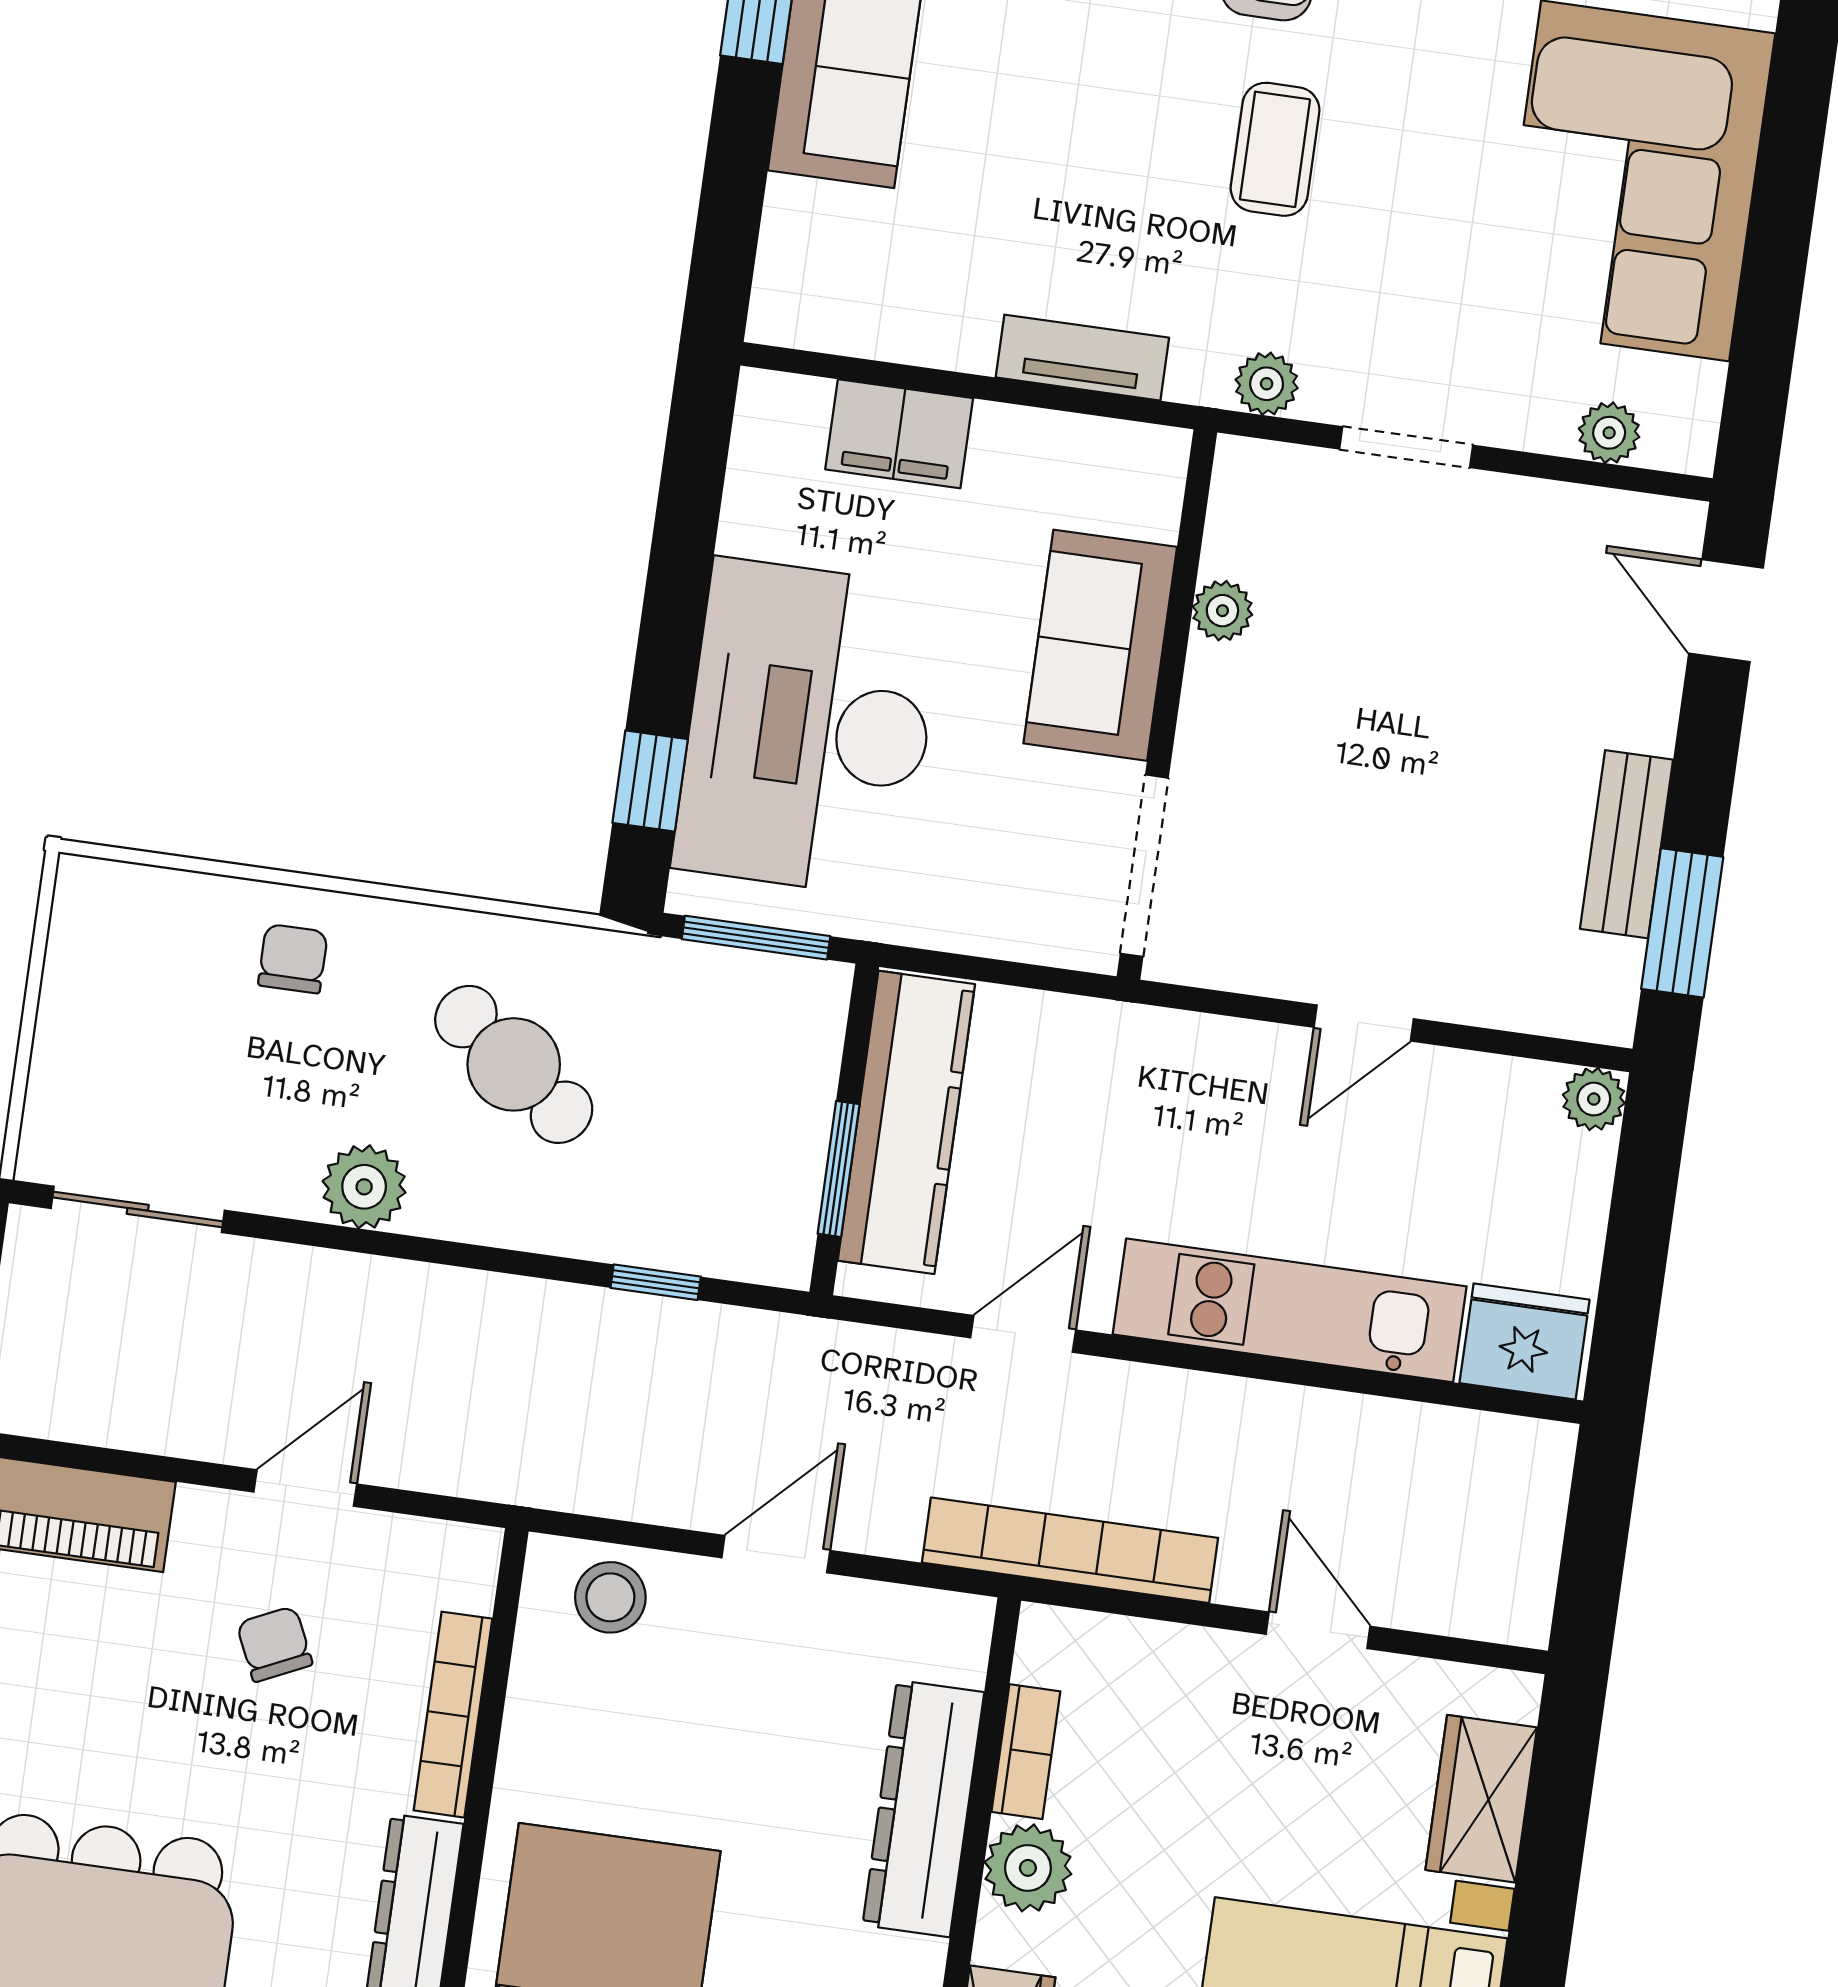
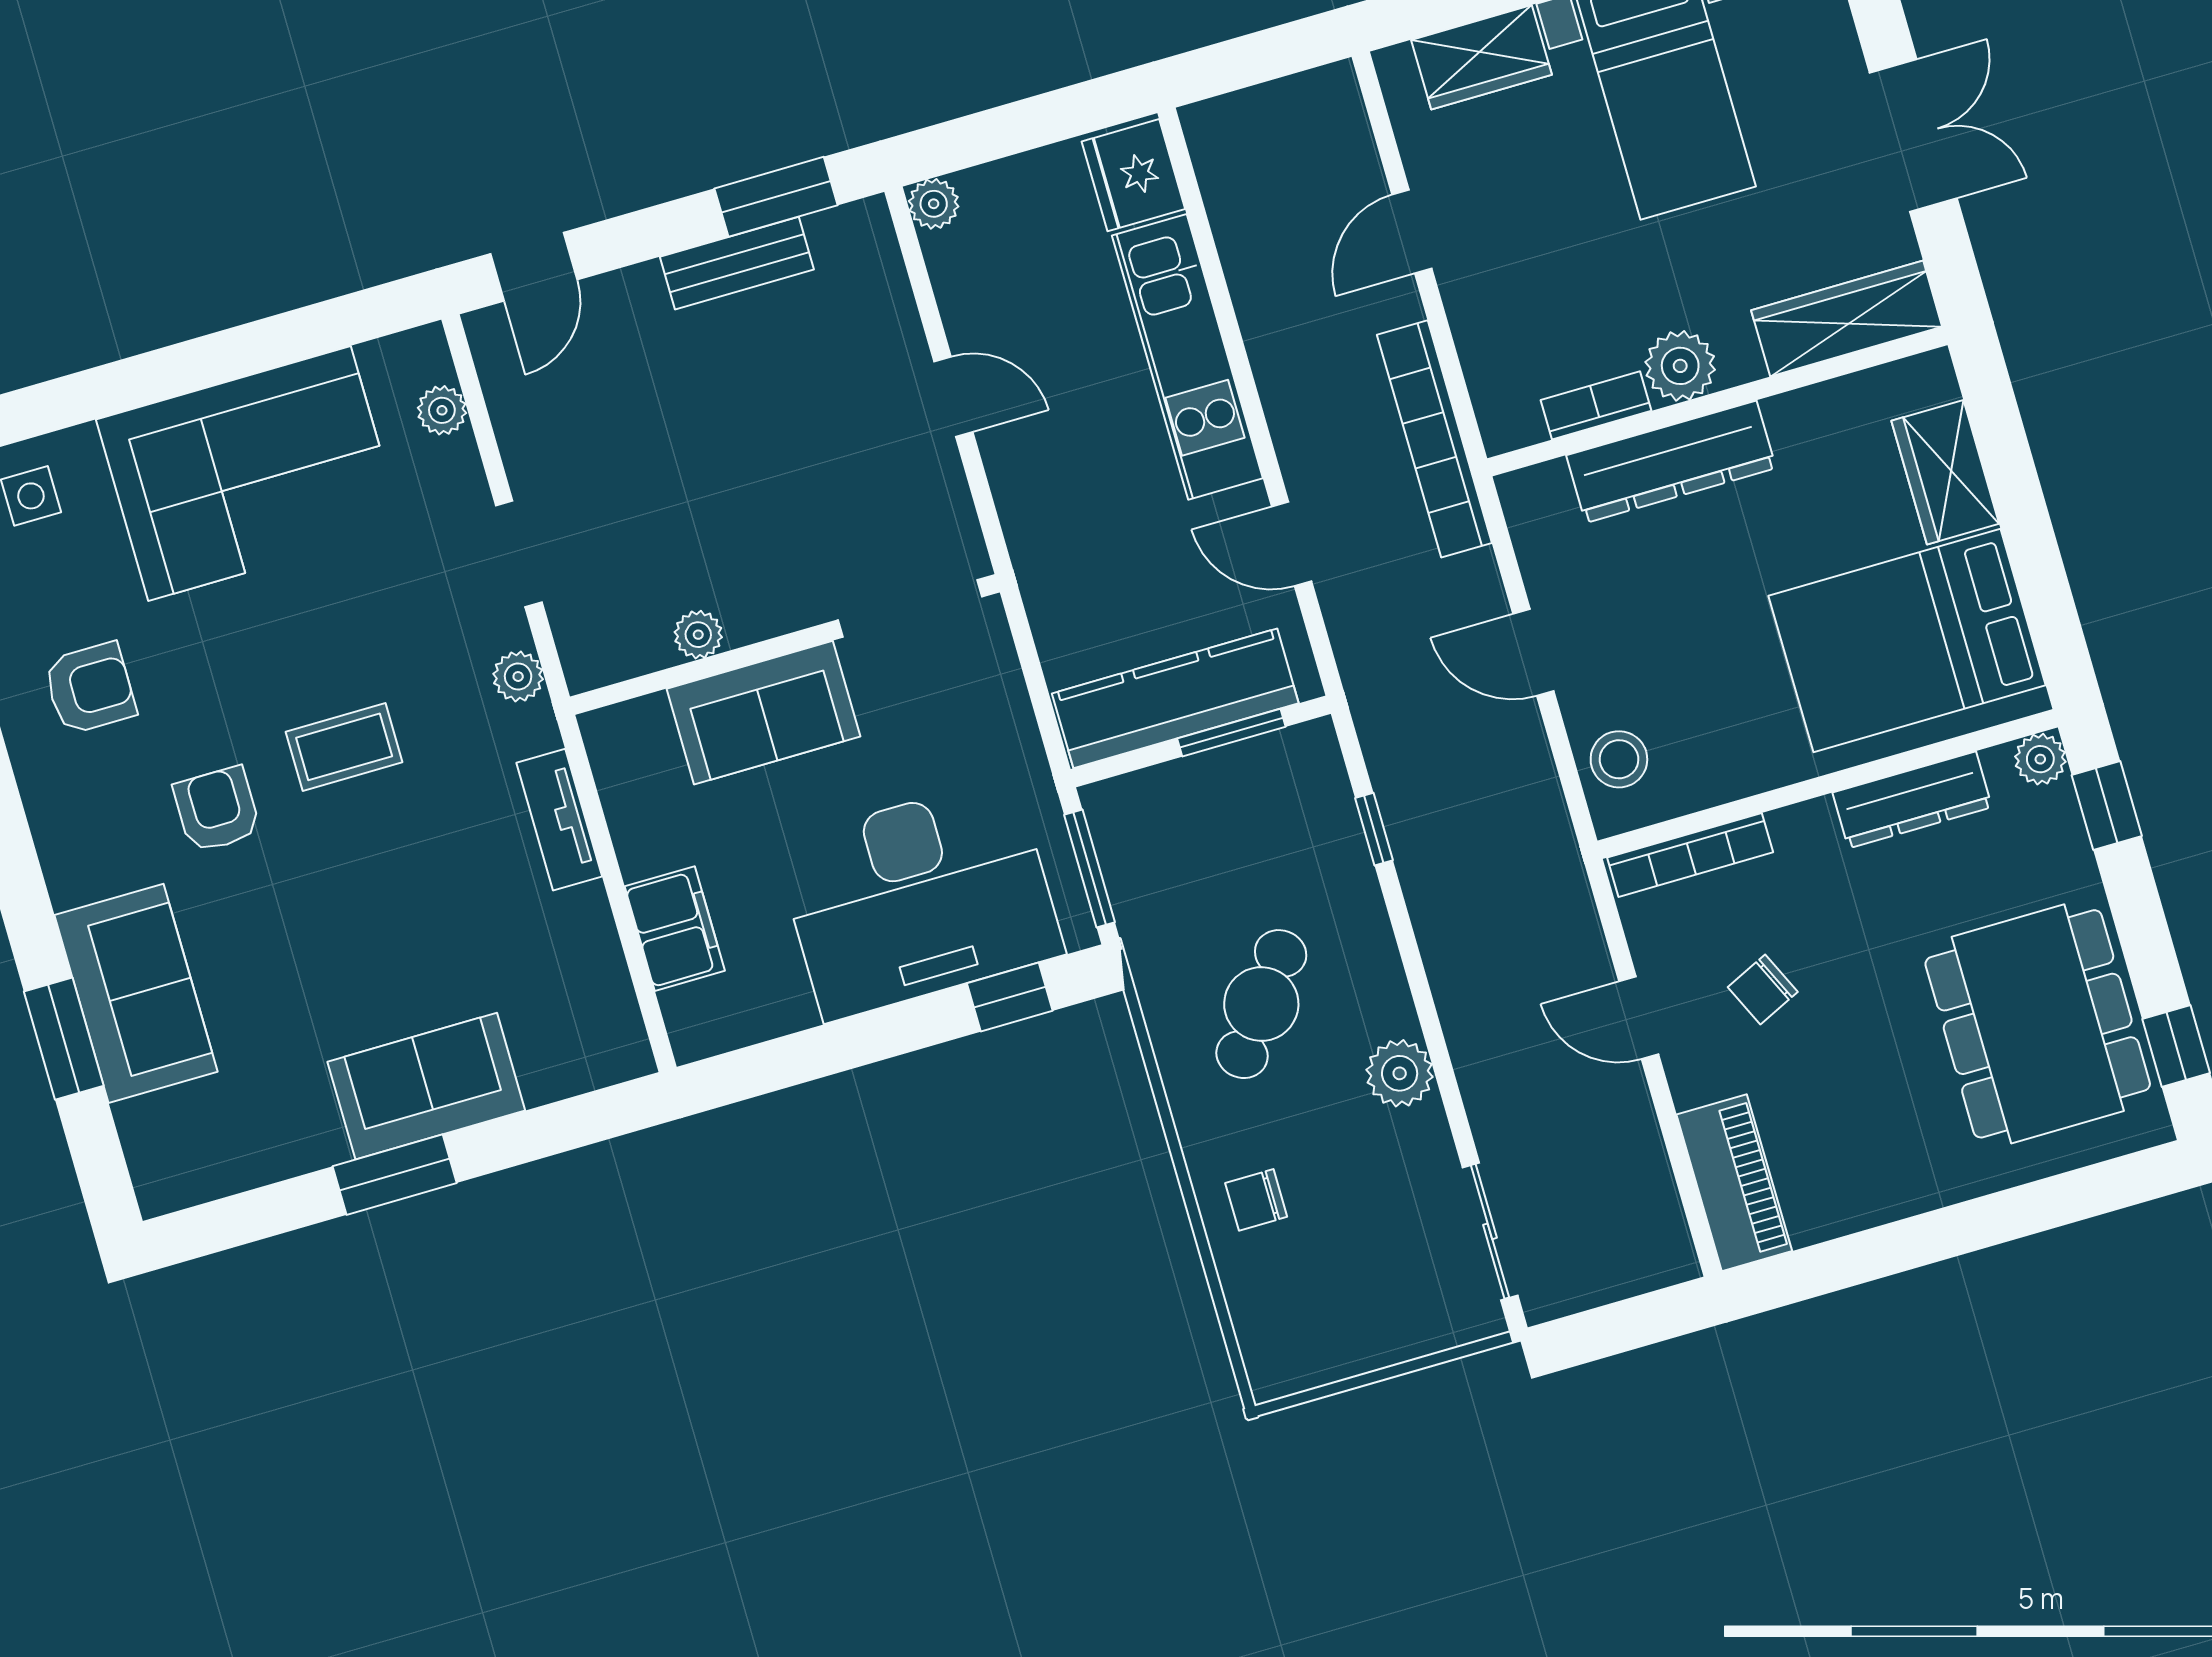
bookcase: (453, 1715) -> (1690, 855), moved

